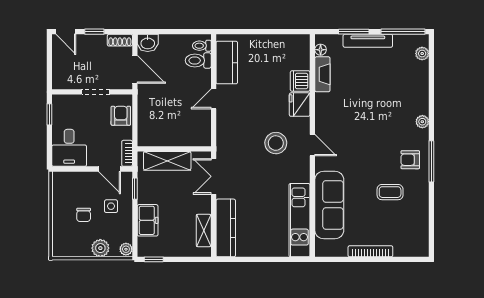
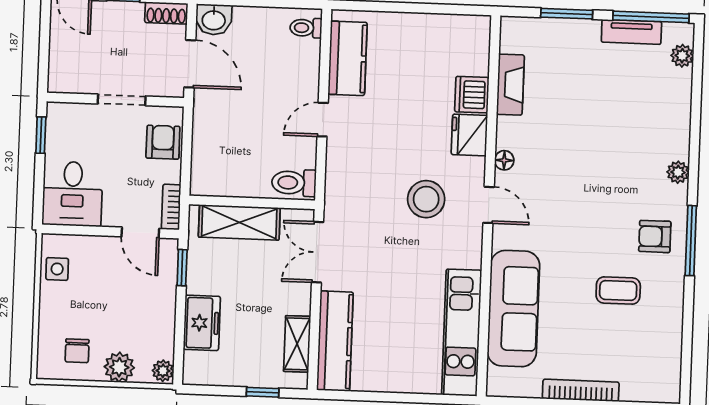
tv unit: (368, 41) -> (631, 32), moved, width x0.71
floor lamp: (321, 50) -> (504, 160), moved
toilet: (198, 61) -> (294, 183), moved
side table: (111, 206) -> (57, 269), moved
chair: (84, 215) -> (77, 351), moved
window: (154, 259) -> (263, 392), moved

